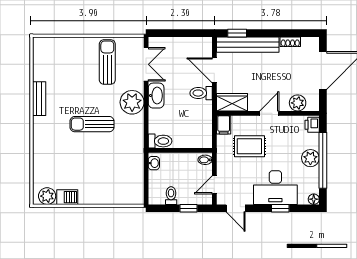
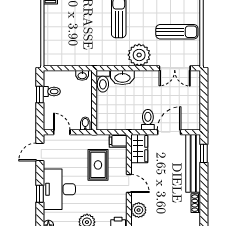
washbasin: (156, 96) -> (122, 78), moved
window: (188, 208) -> (40, 94), moved

